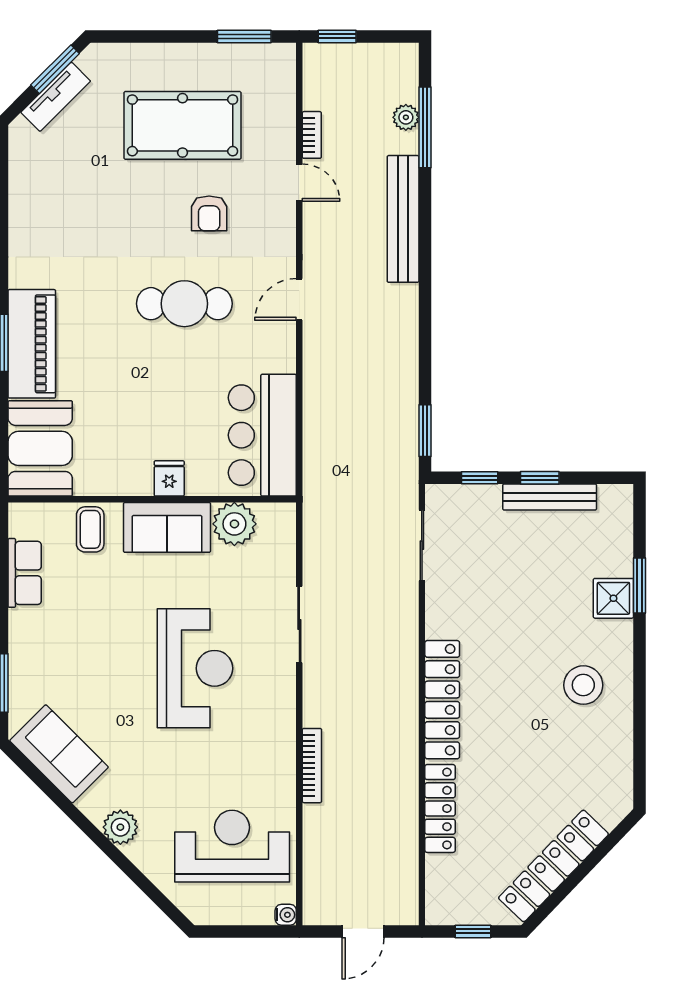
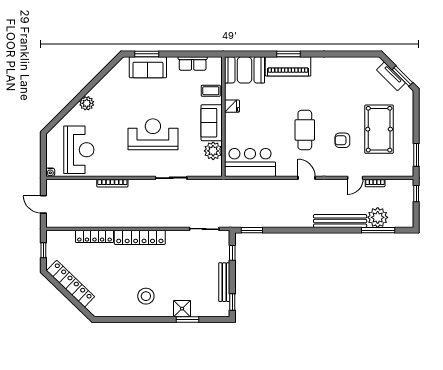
plant: (406, 117) -> (378, 217), width x1.88, depth x1.88
fridge: (169, 478) -> (232, 106), moved
window: (540, 478) -> (232, 302), moved
reception desk: (195, 668) -> (153, 134), turned 180
sofa: (59, 754) -> (148, 67), moved, turned 45

